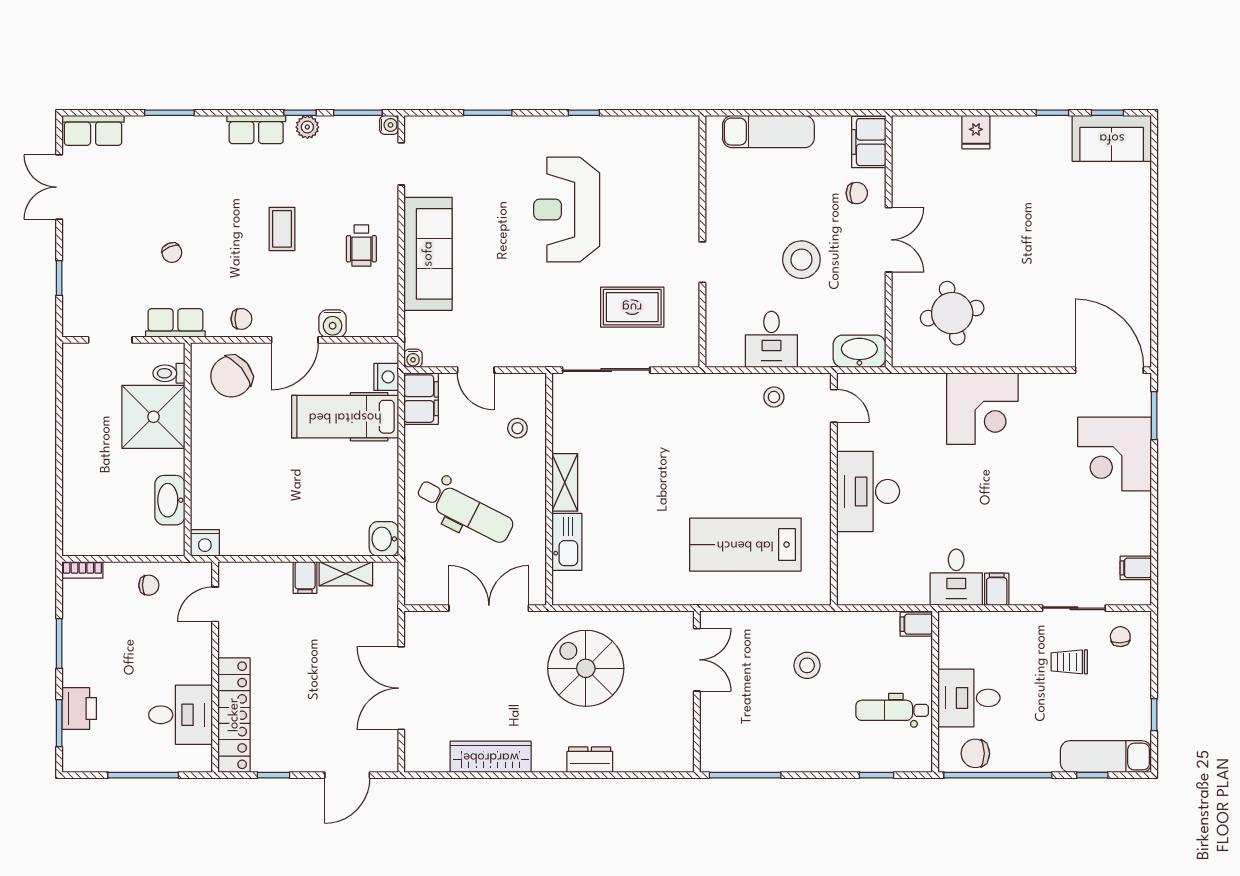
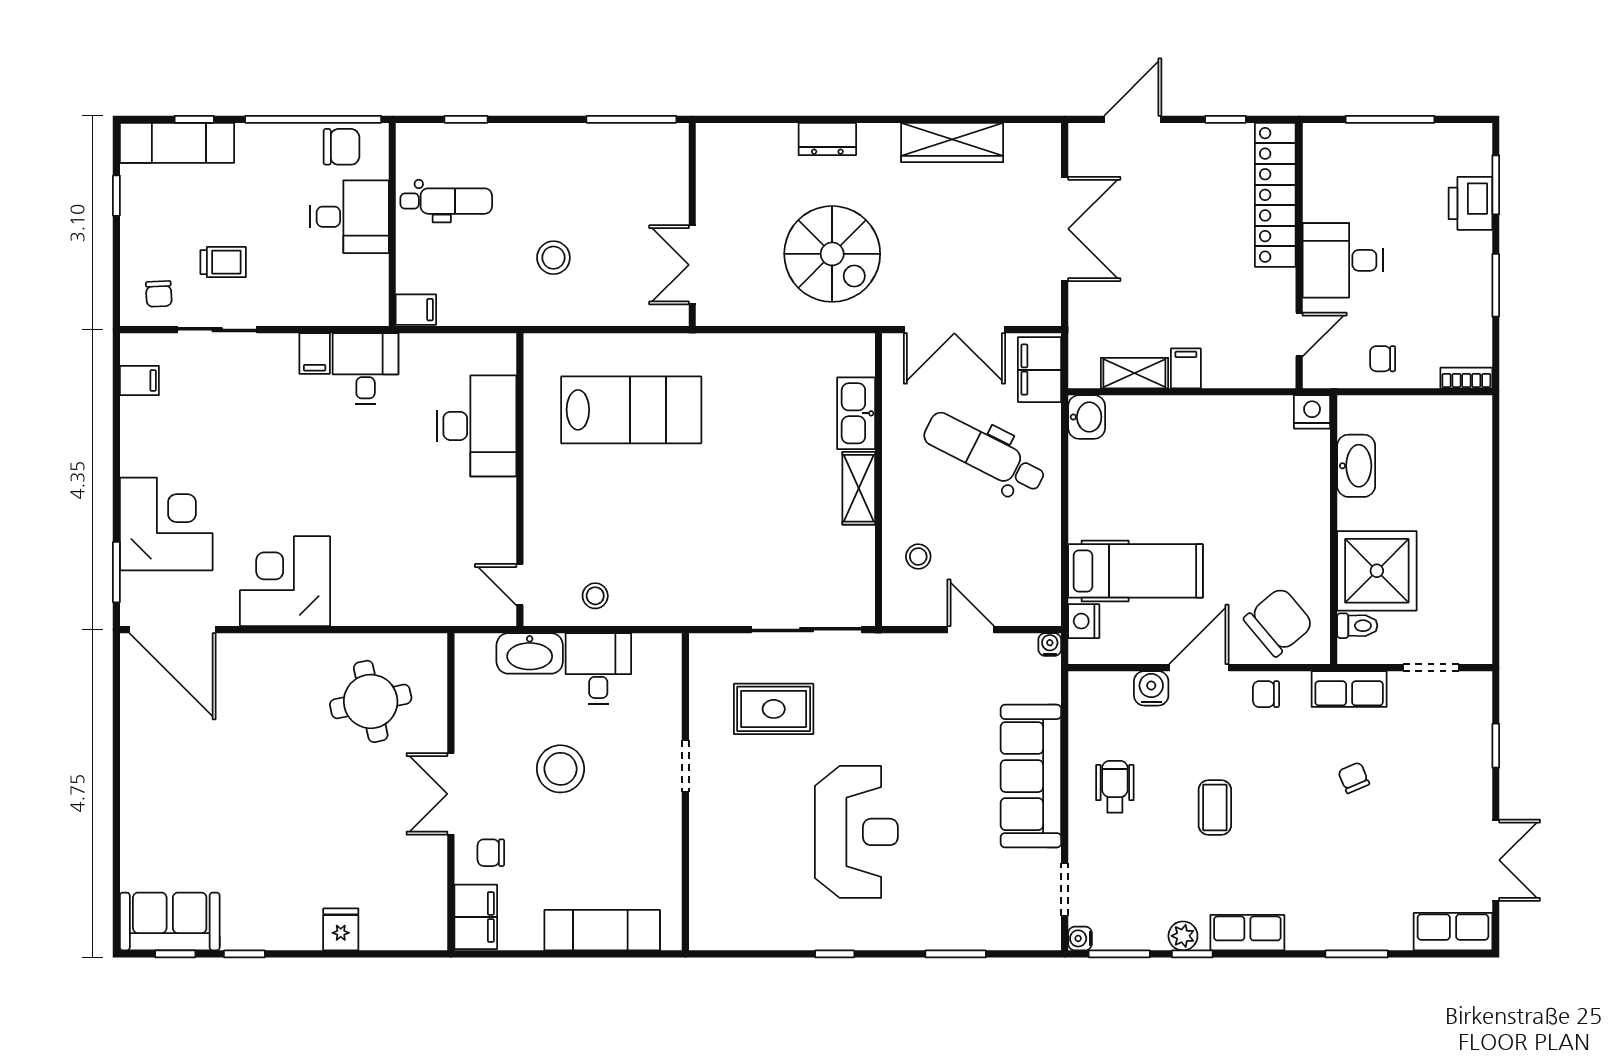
washbasin: (859, 351) -> (530, 653), moved
filing cabinet: (421, 399) -> (1040, 370), moved
corner desk: (982, 409) -> (285, 581), moved
desk: (868, 491) -> (477, 426), moved
desk: (180, 715) -> (1343, 260), moved

